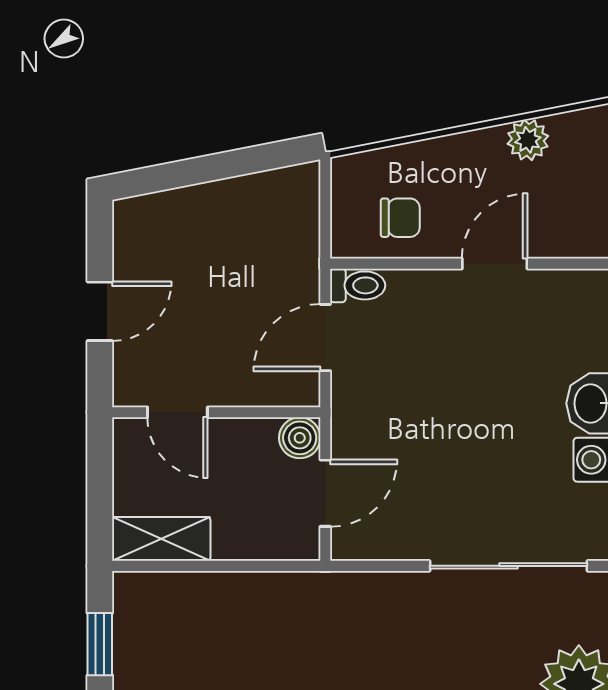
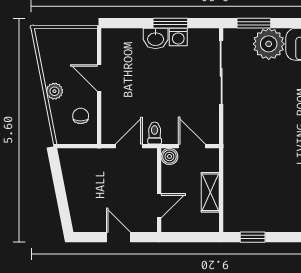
plant: (528, 140) -> (54, 91), moved
toilet: (358, 285) -> (155, 133), moved
door: (325, 338) -> (129, 146), swing flipped
shelving: (161, 539) -> (210, 192), moved

